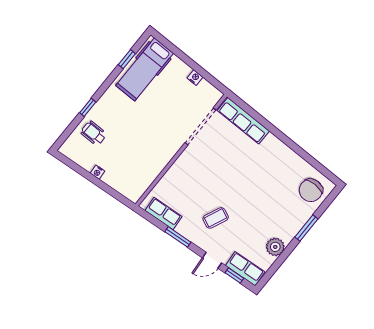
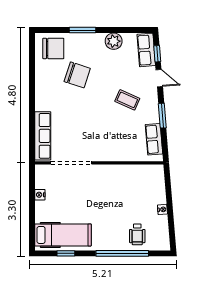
window: (88, 107) -> (122, 253), width x3.17
chair: (272, 192) -> (77, 75), added

